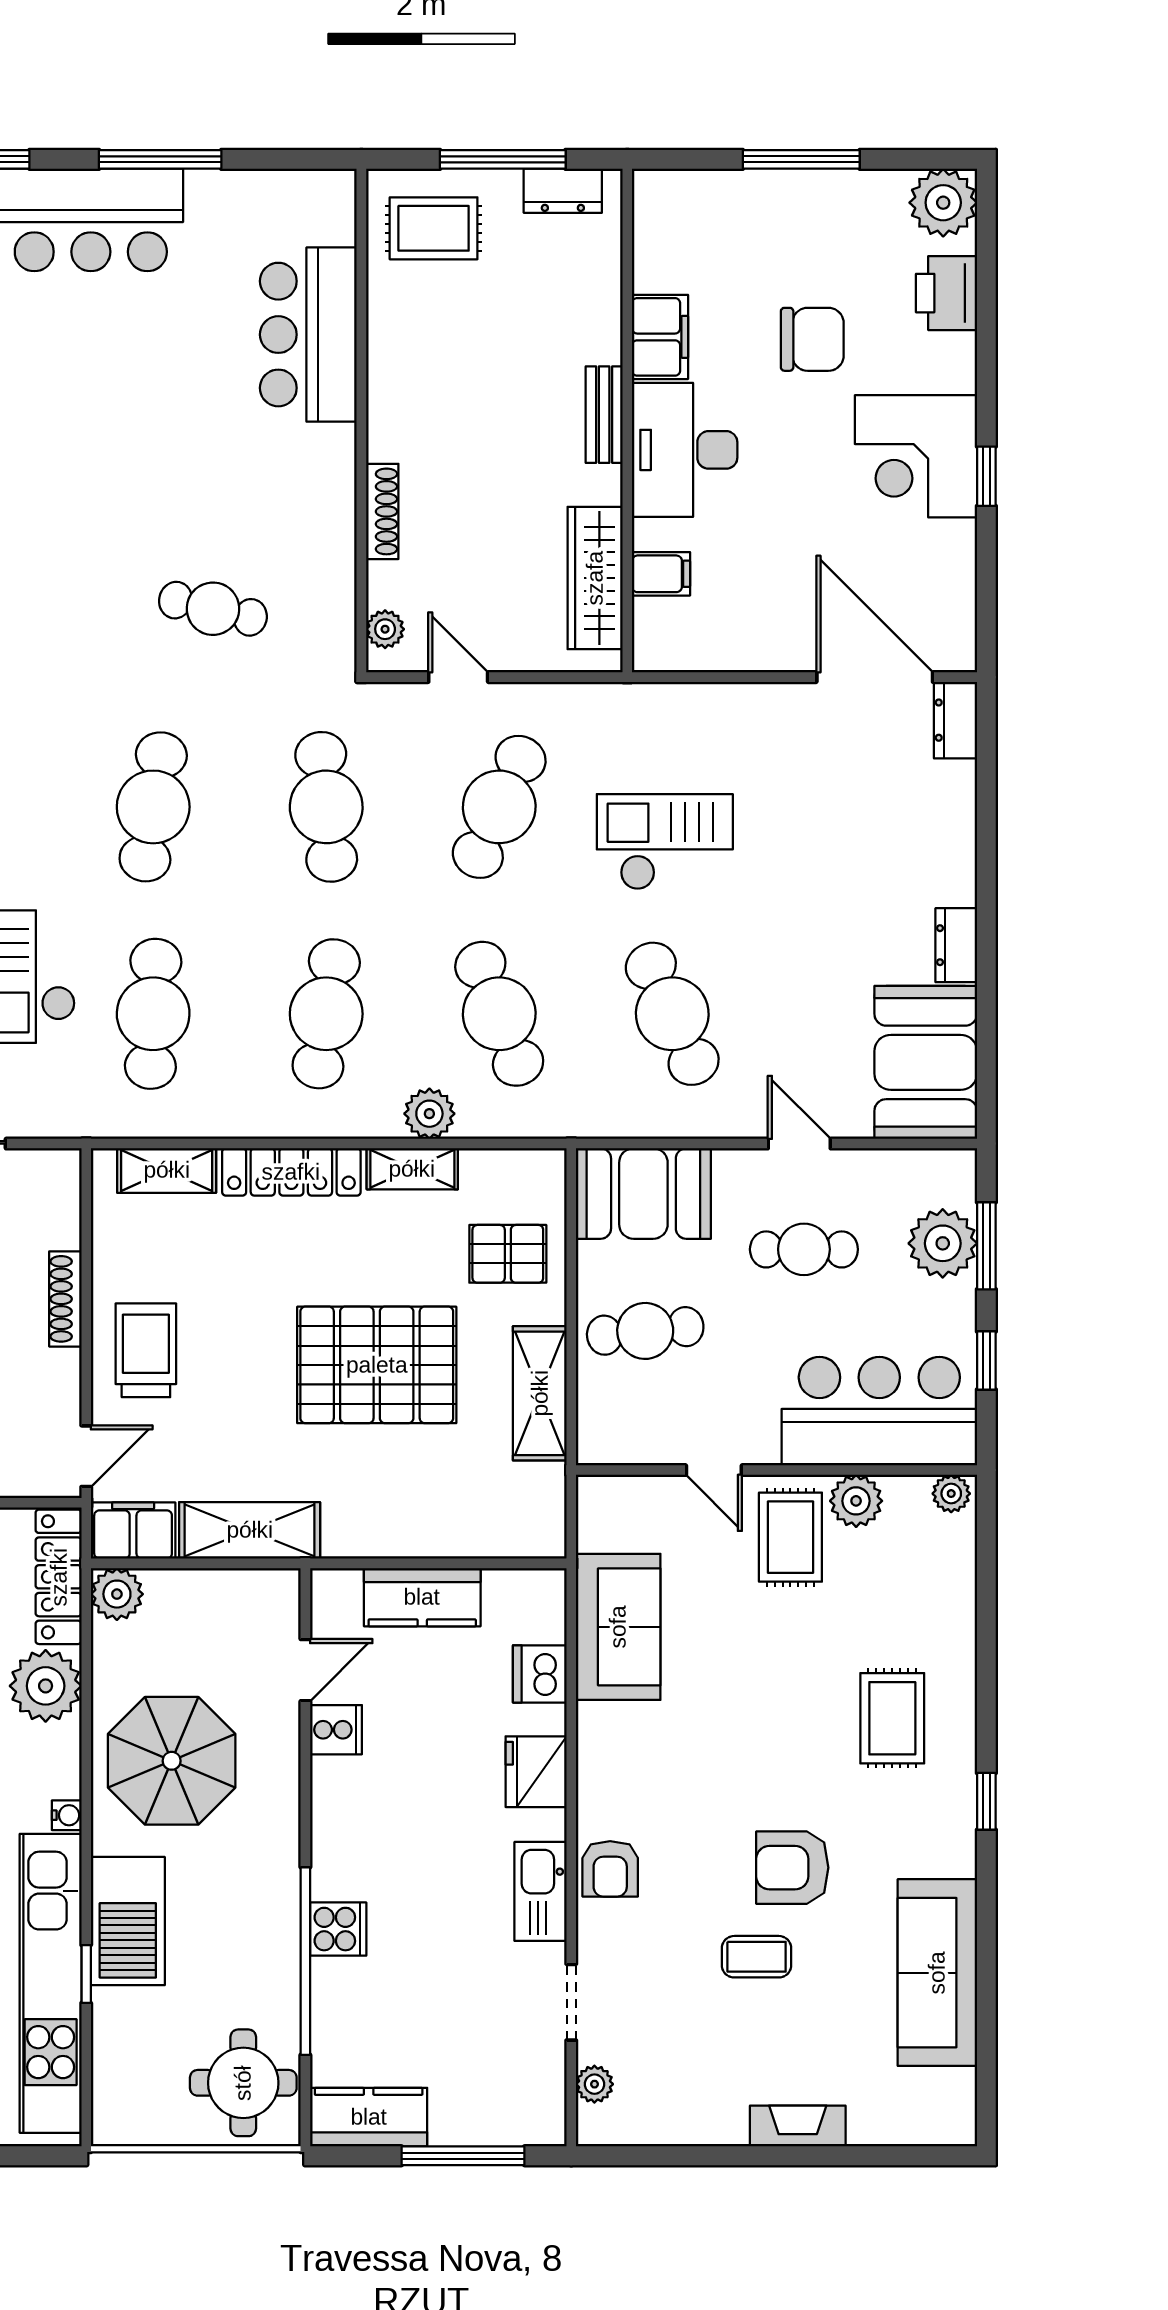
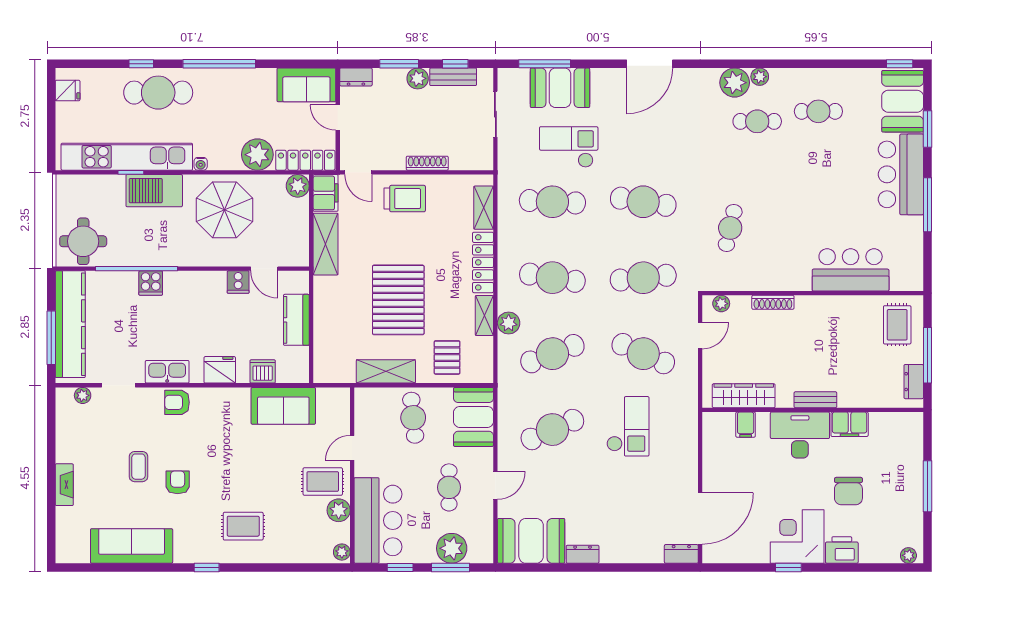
plant: (943, 203) -> (908, 555), width x0.53, depth x0.53
printer: (947, 293) -> (842, 550), moved
armchair: (792, 1868) -> (178, 482), width x0.72, depth x0.72
kitchen counter: (369, 2117) -> (70, 324), width x2.08, depth x1.17

